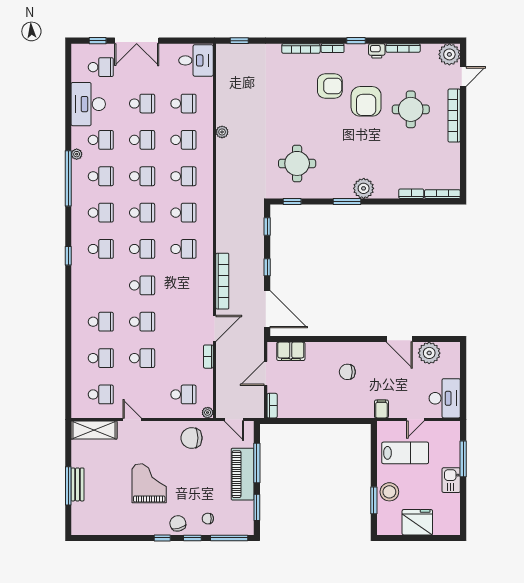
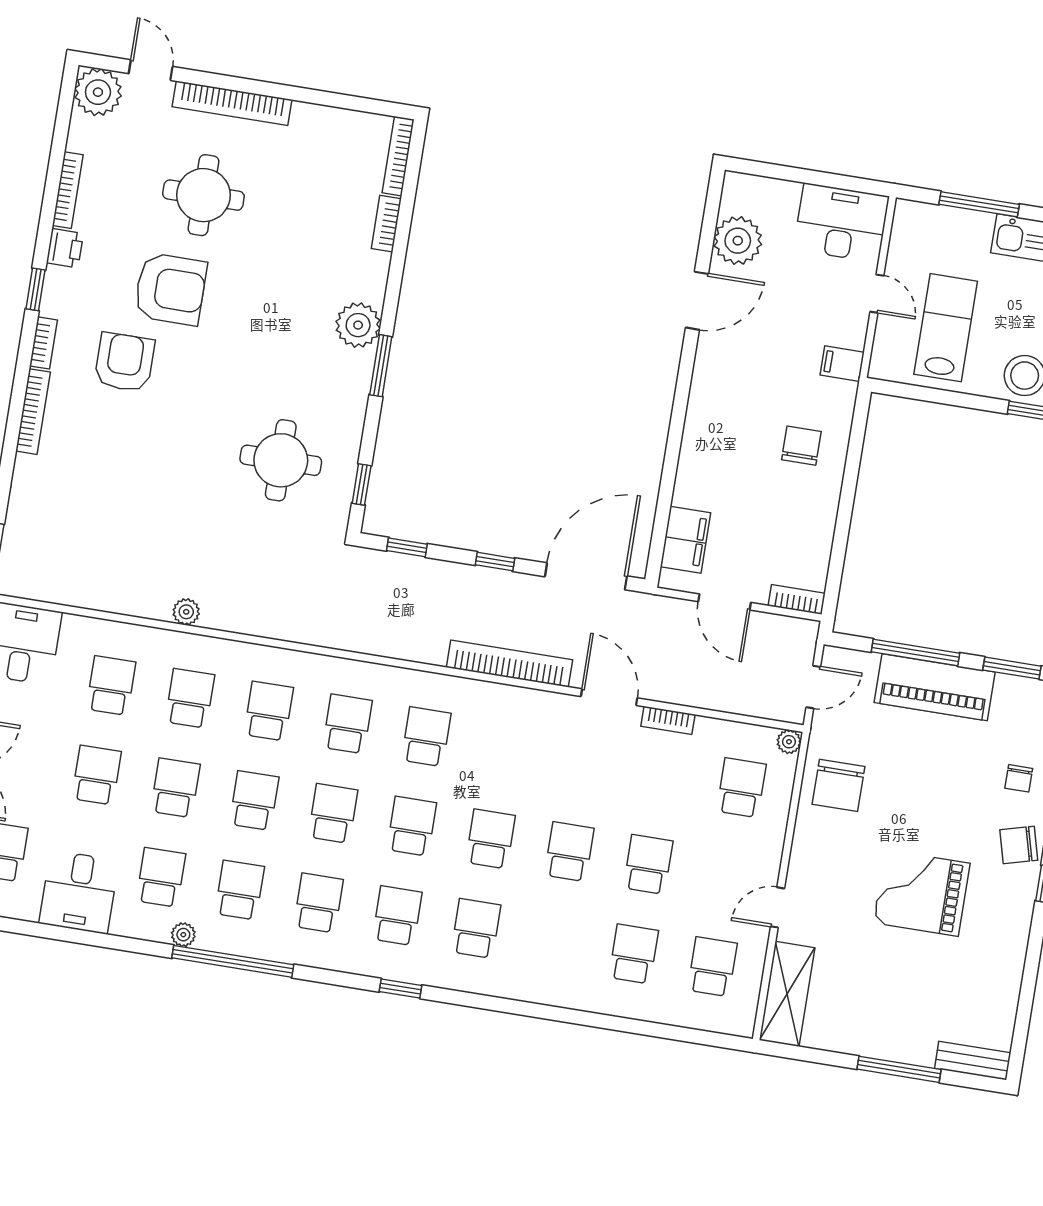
desk: (88, 104) -> (79, 892), width x0.73
school desk: (101, 322) -> (476, 928), moved
chair: (347, 372) -> (801, 446), moved, turned 180
bench: (77, 484) -> (973, 1061), moved

